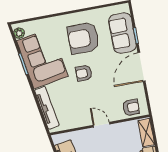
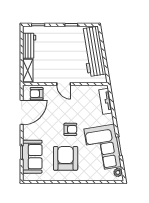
armchair: (83, 38) -> (66, 158), turned -90
door: (142, 67) -> (22, 112), moved
tv unit: (47, 108) -> (106, 101), width x0.71

